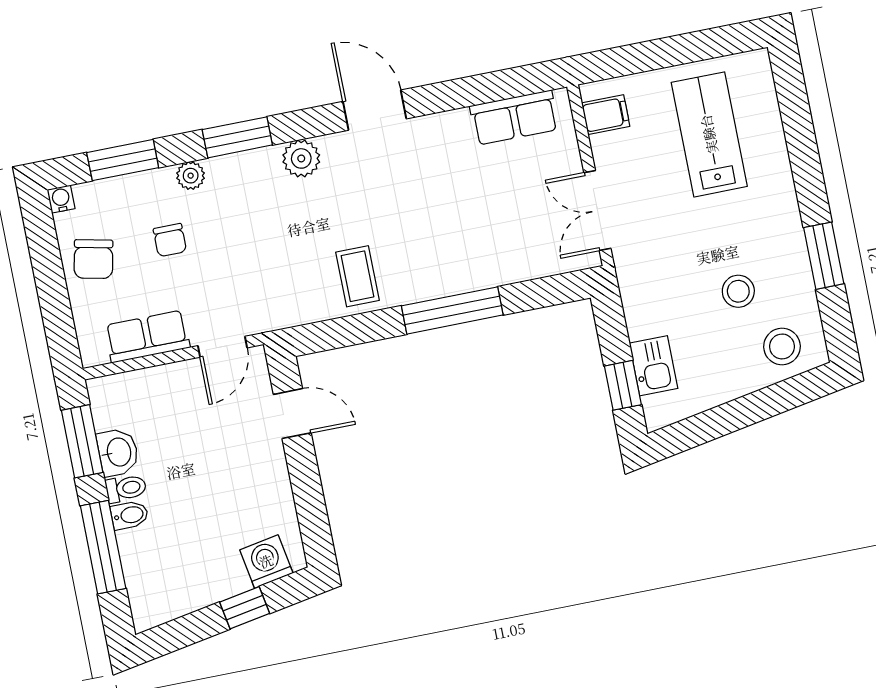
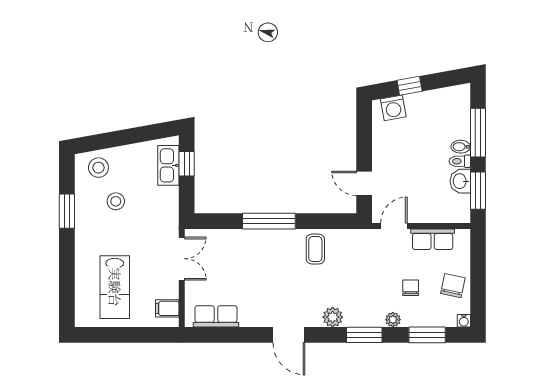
kitchen sink: (654, 366) -> (168, 165), width x1.38

